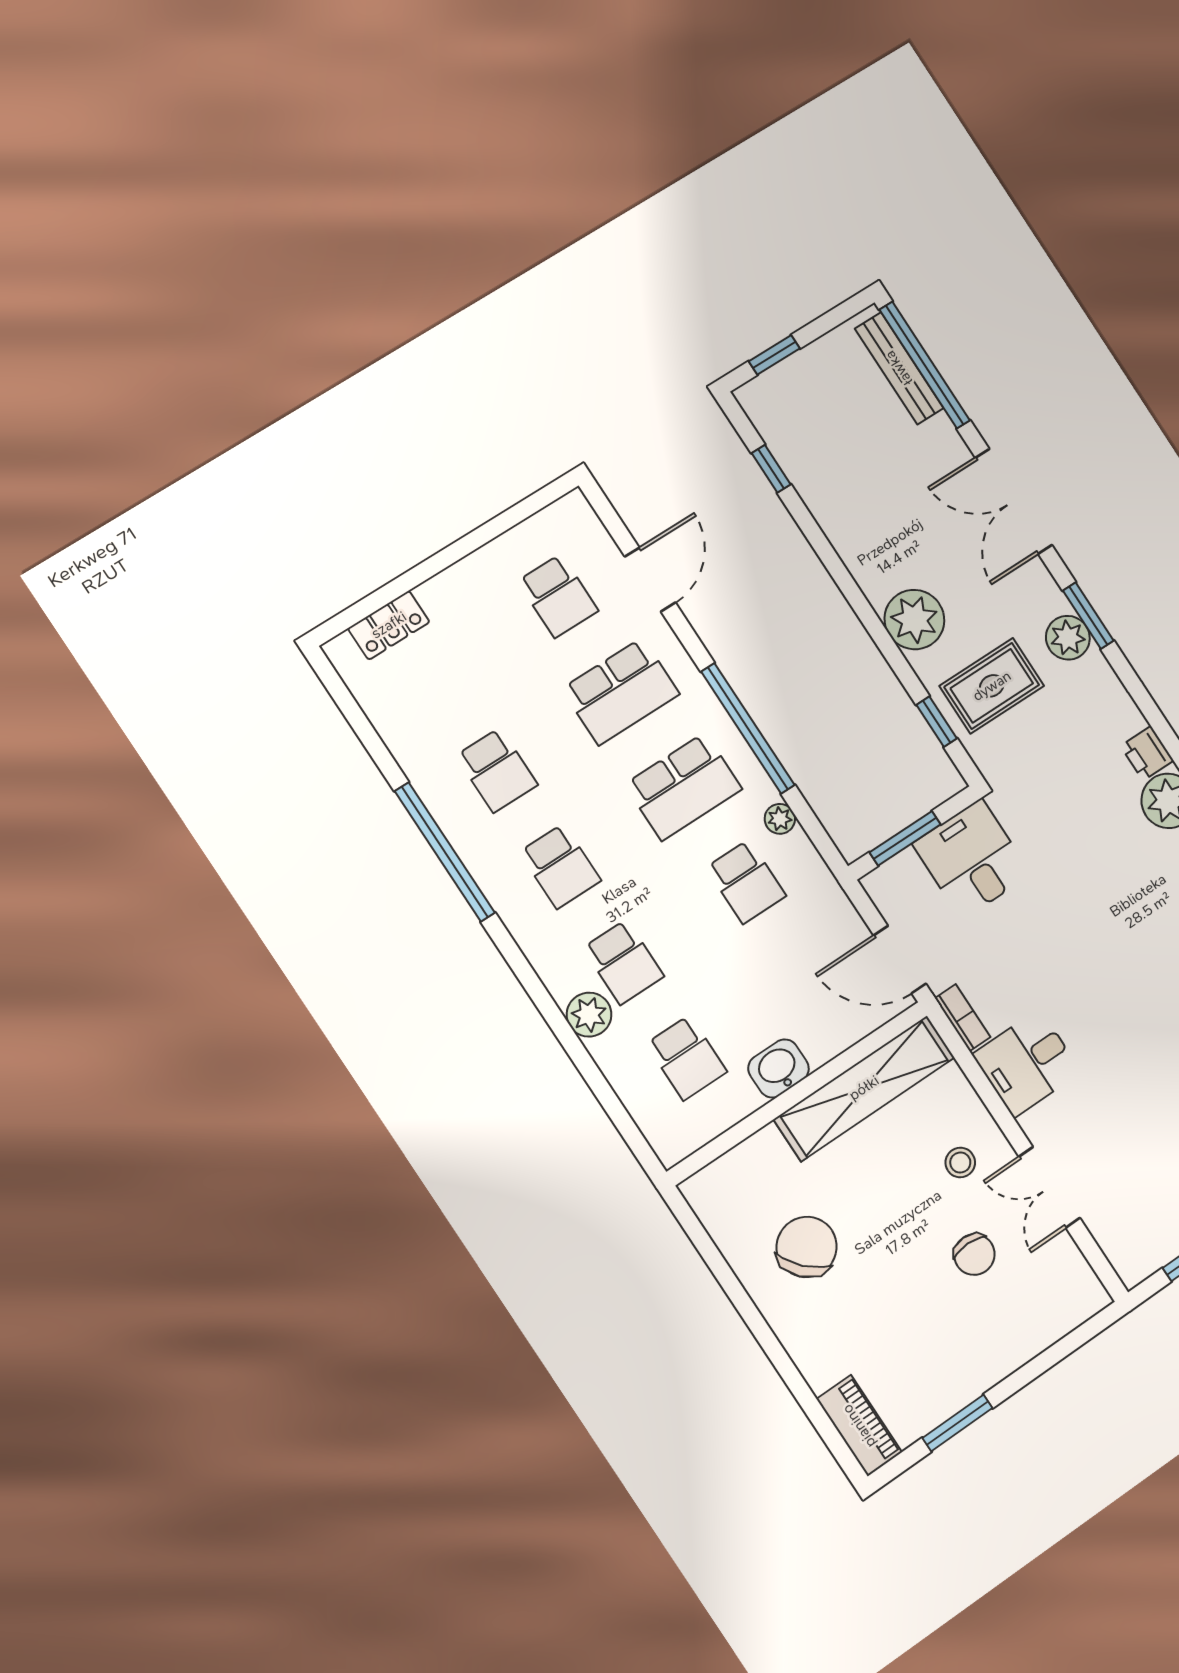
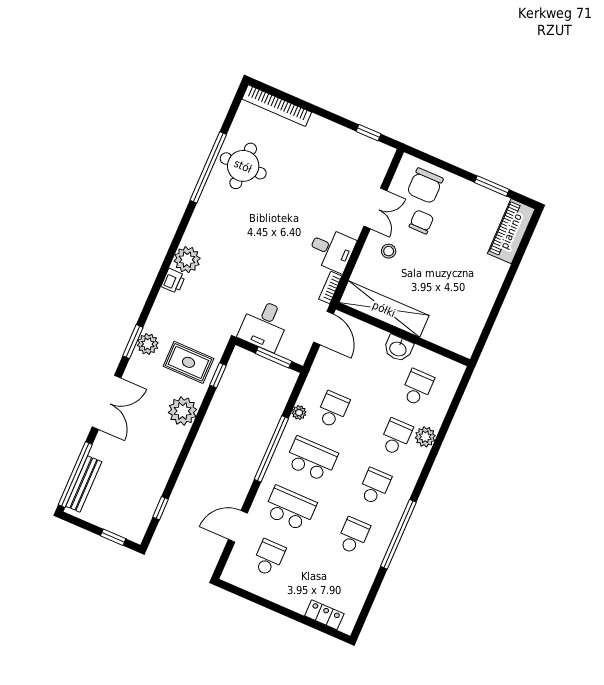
chair: (807, 1247) -> (425, 186), moved, turned -47
piano: (859, 1426) -> (511, 231), width x1.37, depth x1.33

